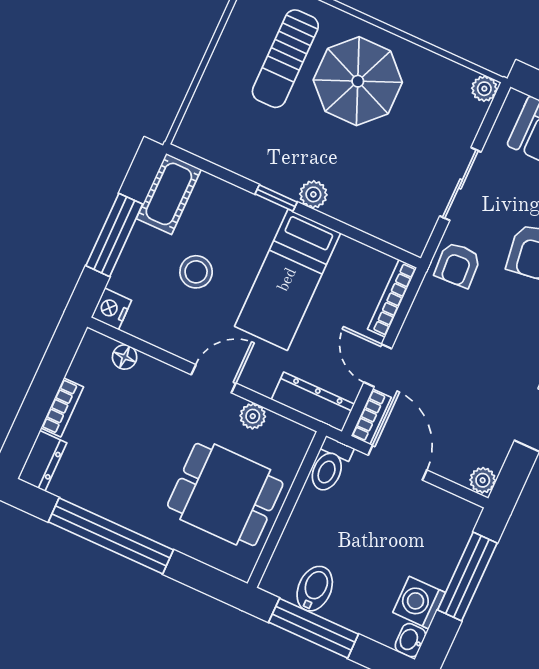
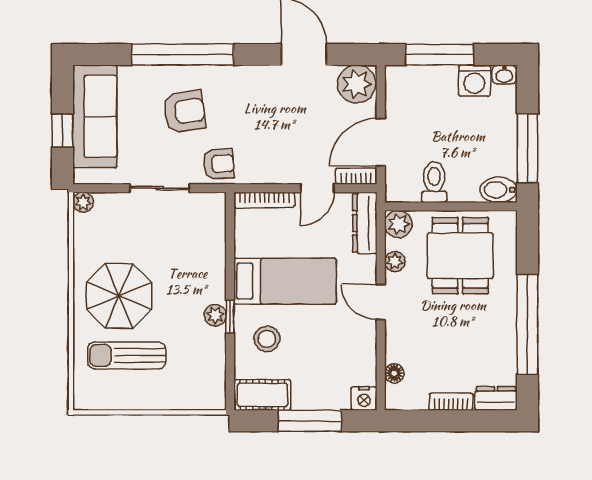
sun lounger: (285, 59) -> (127, 355), turned 180
plant: (313, 194) -> (215, 315), moved
stool: (196, 272) -> (267, 339), moved
plant: (294, 440) -> (398, 224), added
toilet: (330, 465) -> (434, 182), moved, turned -90
plant: (483, 480) -> (357, 84), width x1.87, depth x1.87
bidet: (315, 589) -> (499, 190), moved

